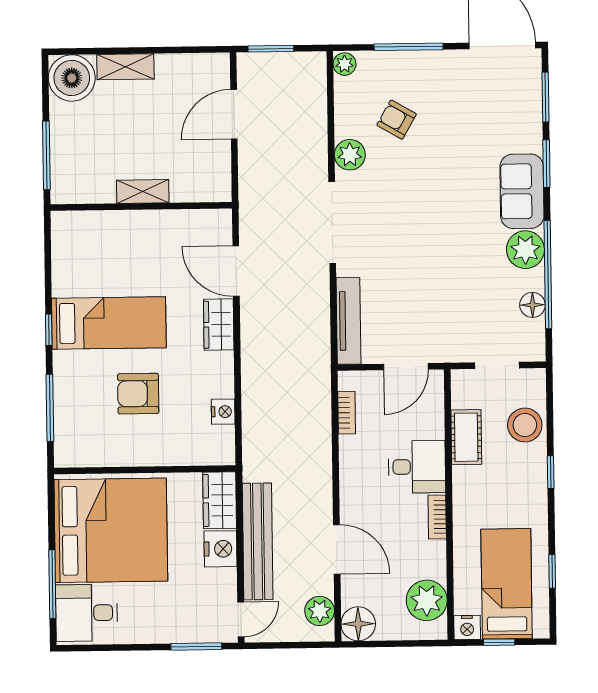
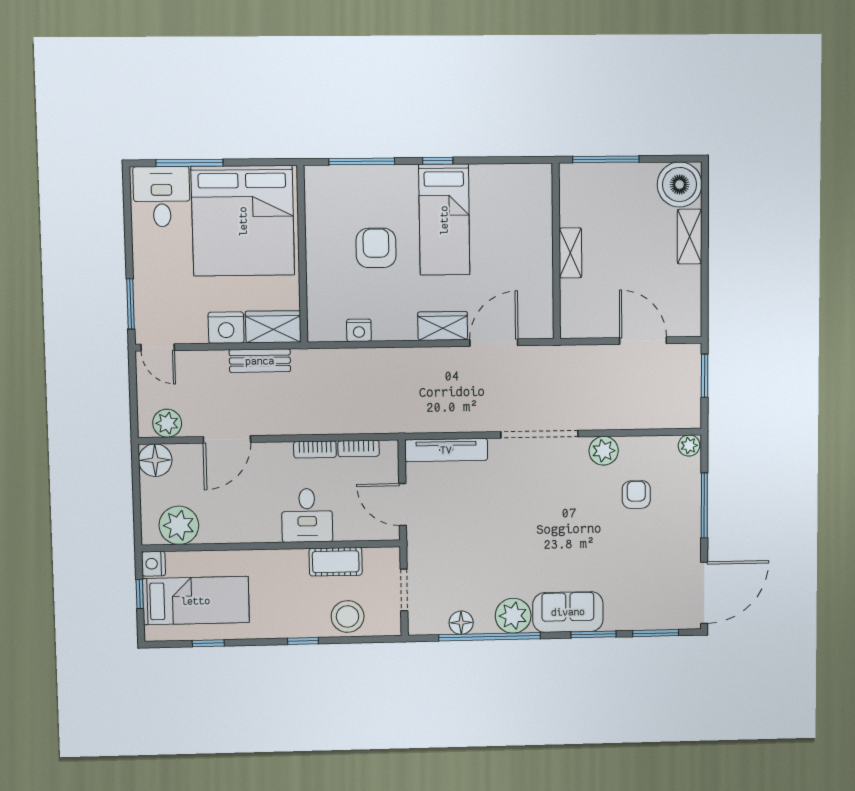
armchair: (397, 120) -> (636, 495), turned -30
bookcase: (437, 517) -> (315, 449), moved, turned 180
bench: (258, 541) -> (260, 361), width x0.54, depth x0.82

